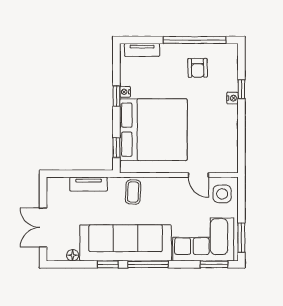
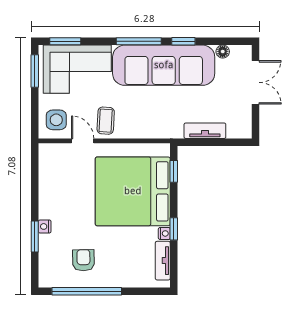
tv unit: (142, 50) -> (163, 261), moved, turned -90
window: (241, 89) -> (35, 237), width x1.50
coffee table: (133, 192) -> (106, 121), moved

